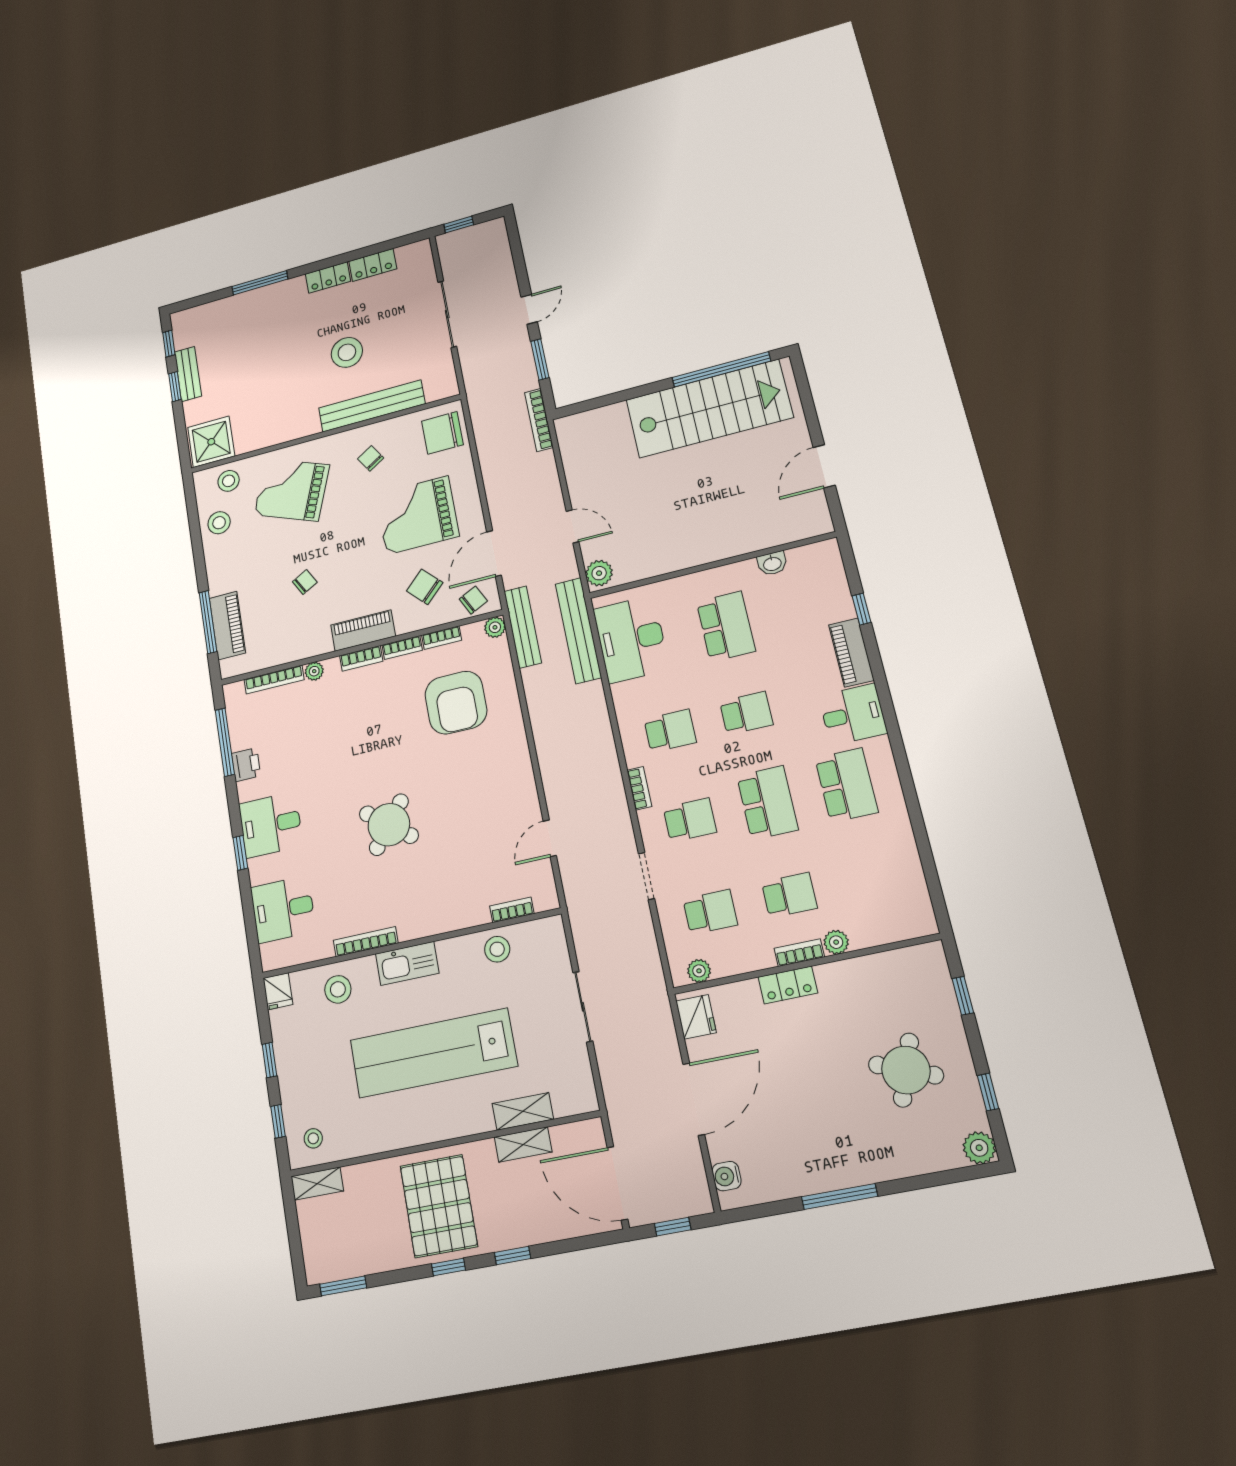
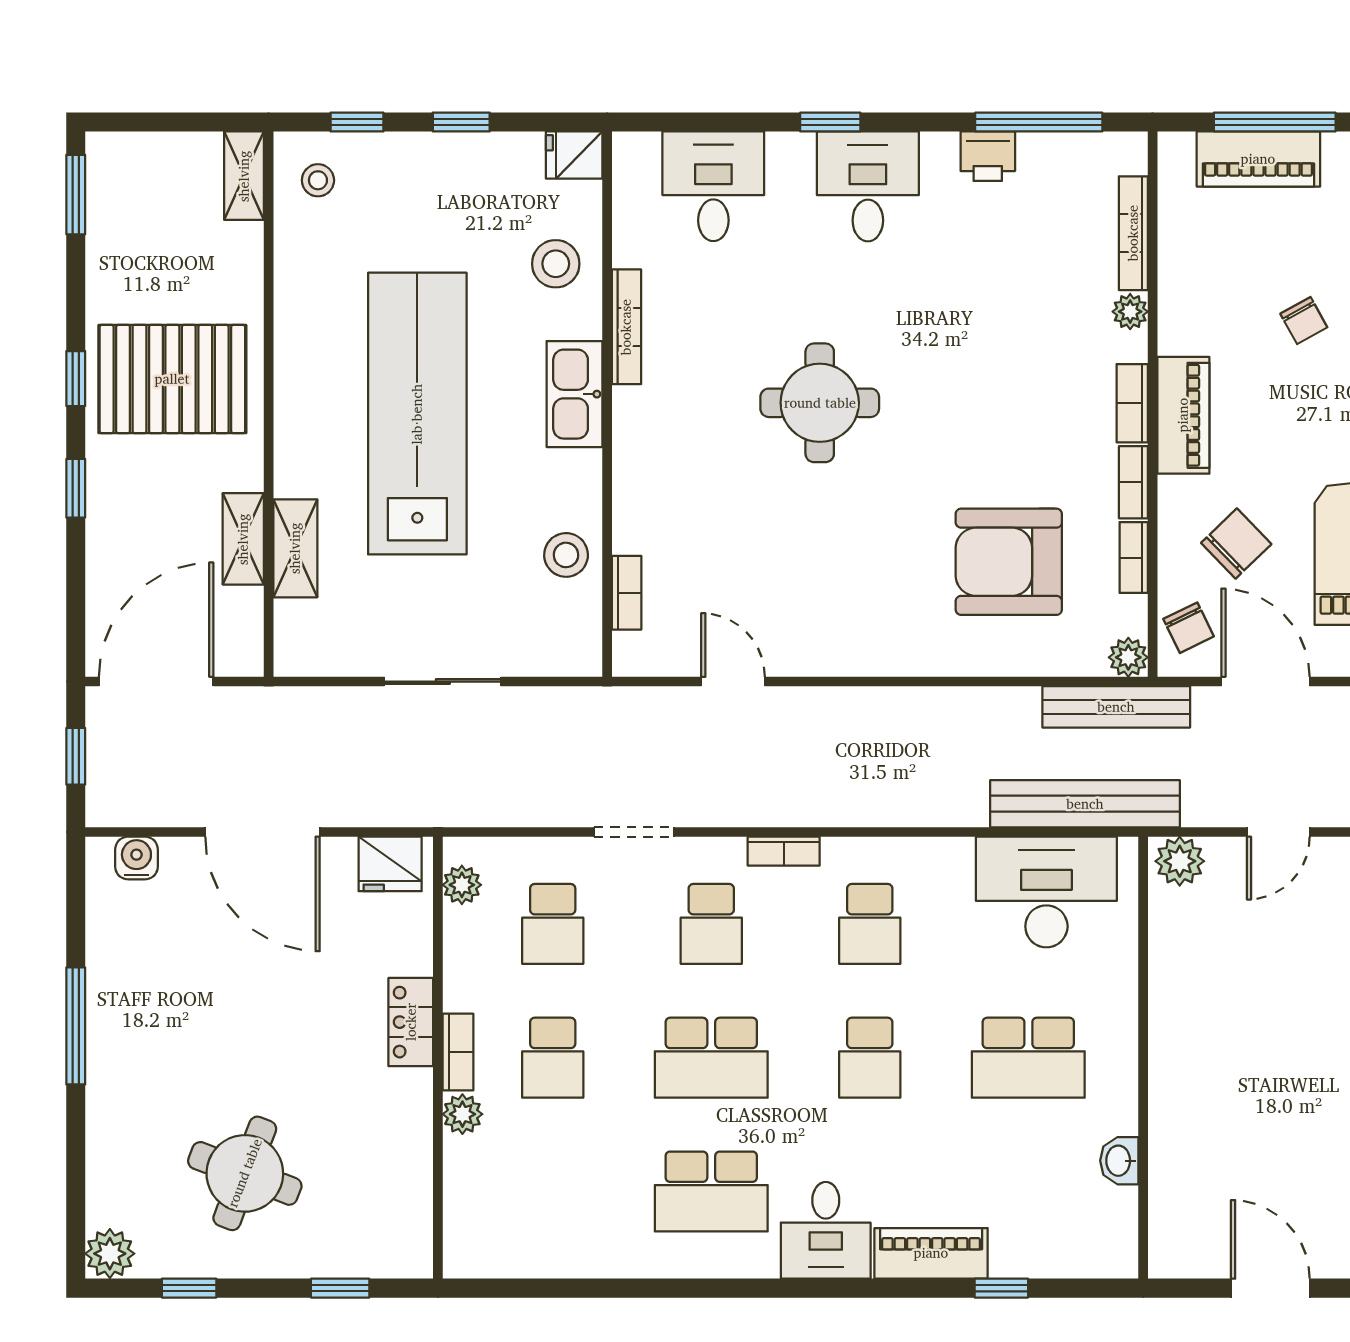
round table: (389, 825) -> (820, 403), turned -38

